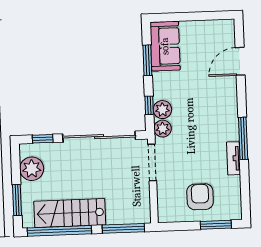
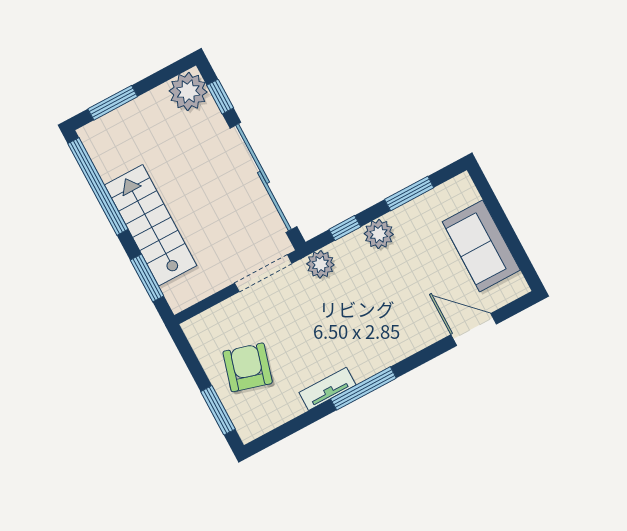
sofa: (165, 46) -> (481, 246), moved, turned 90
plant: (162, 110) -> (379, 234), moved
plant: (32, 169) -> (188, 91), moved
armchair: (200, 197) -> (248, 367), turned -74
stairs: (70, 213) -> (151, 225), moved
window: (123, 228) -> (147, 278), width x0.69

